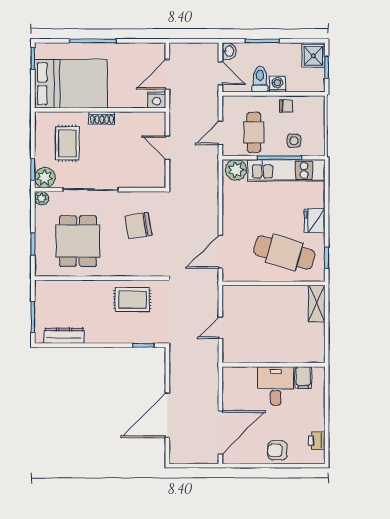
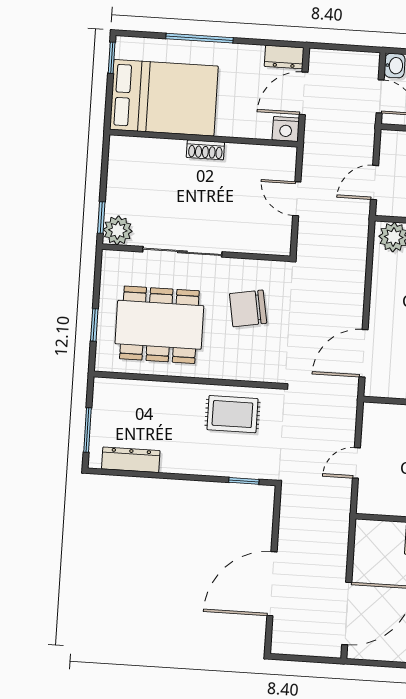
dresser: (152, 50) -> (284, 57), added
rug: (67, 143) -> (153, 183), removed
plant: (41, 198) -> (111, 260), removed
dining table: (78, 241) -> (159, 325), width x1.37

